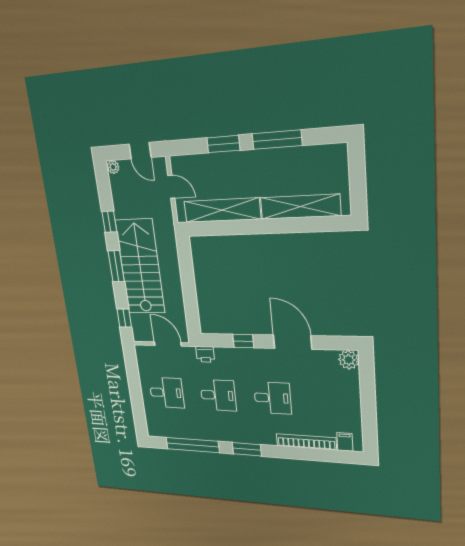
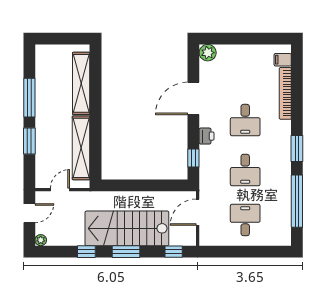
window: (243, 341) -> (193, 158), moved
printer: (205, 354) -> (206, 136), moved
desk: (218, 395) -> (245, 170), turned 180
desk: (273, 398) -> (245, 120), turned 180

